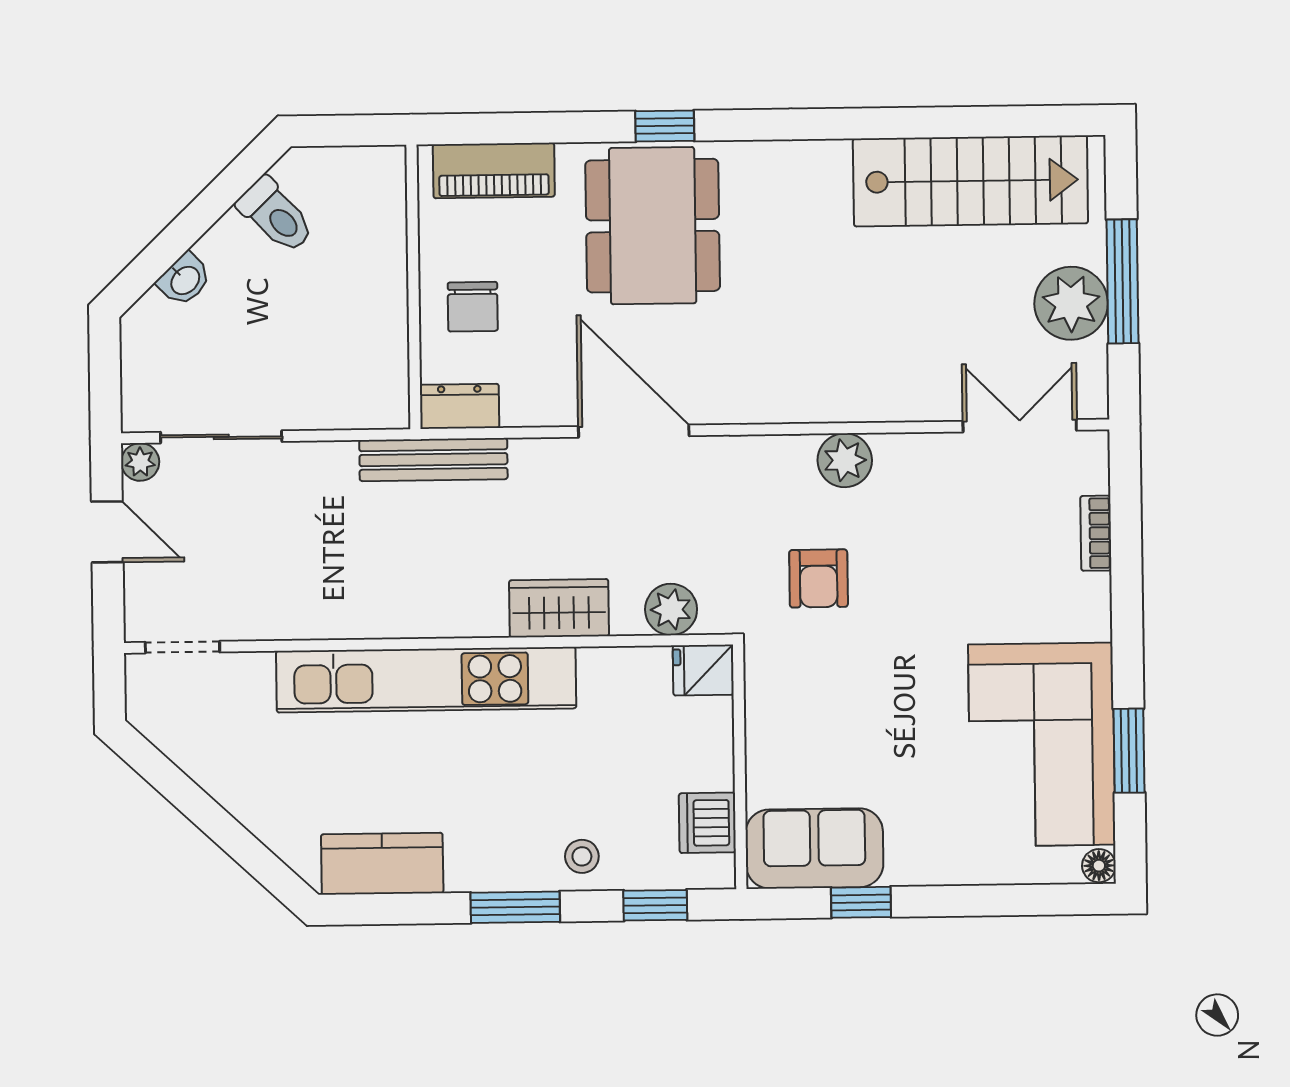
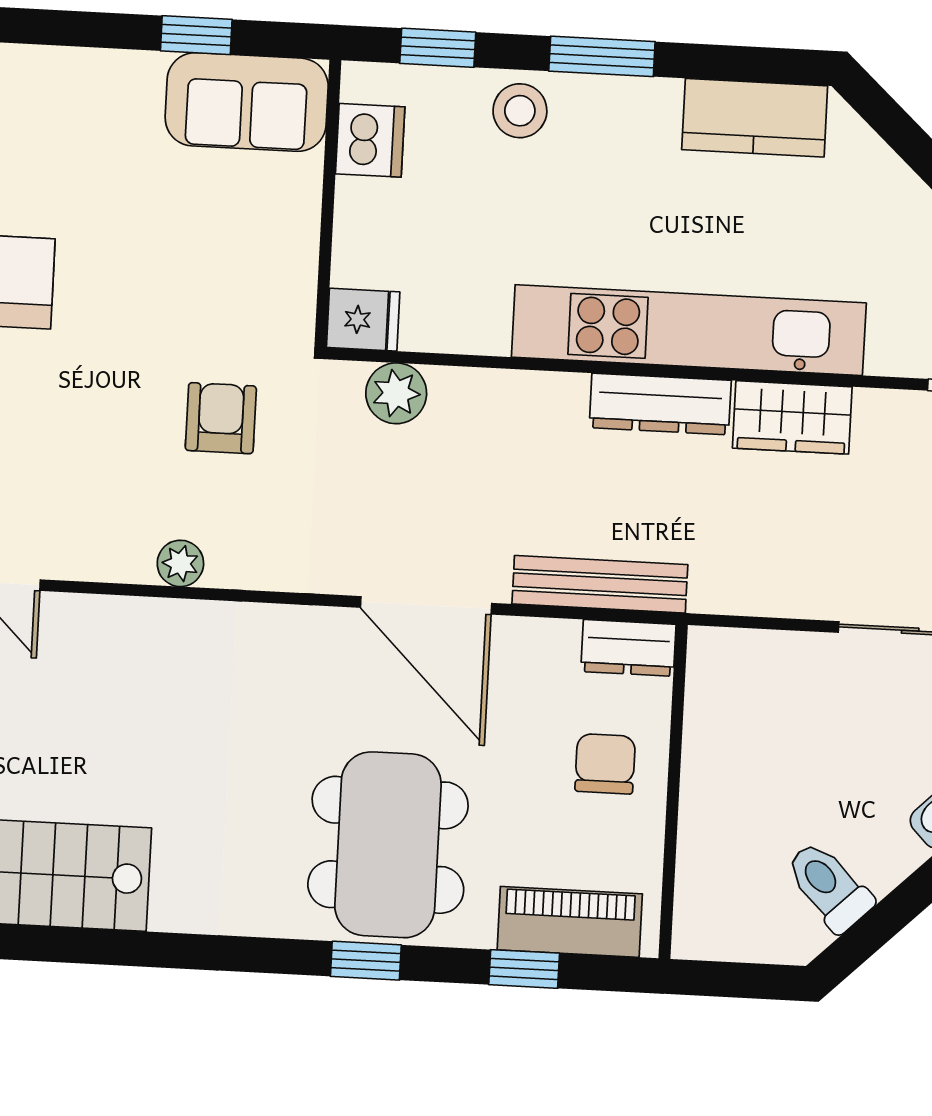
window: (530, 128) -> (524, 969), added
bench: (433, 460) -> (600, 584), moved
plant: (845, 460) -> (180, 563), width x0.73, depth x0.73
wardrobe: (559, 608) -> (792, 417), moved
dresser: (446, 615) -> (660, 404), added
stool: (582, 856) -> (520, 111), width x1.37, depth x1.37

